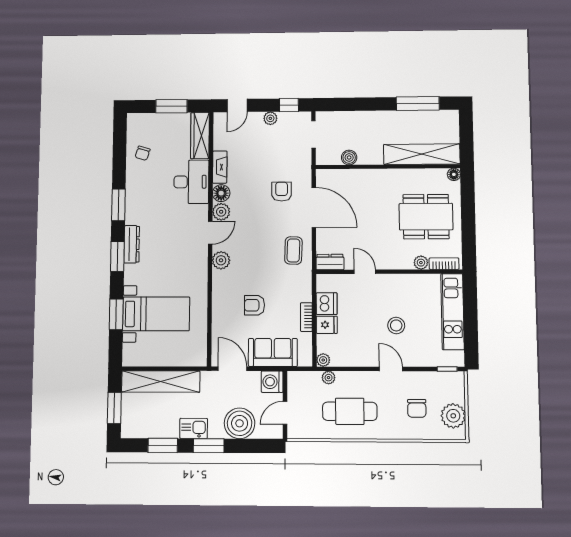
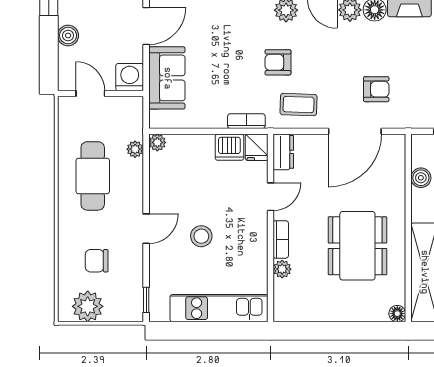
dining table: (426, 217) -> (357, 246), moved
bookcase: (444, 264) -> (281, 239), moved
armchair: (254, 305) -> (278, 62), moved, turned -90
bookcase: (306, 317) -> (246, 121), moved
fridge: (327, 325) -> (257, 147), moved
boiler: (240, 423) -> (68, 36), width x0.54, depth x0.54

